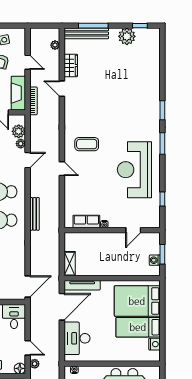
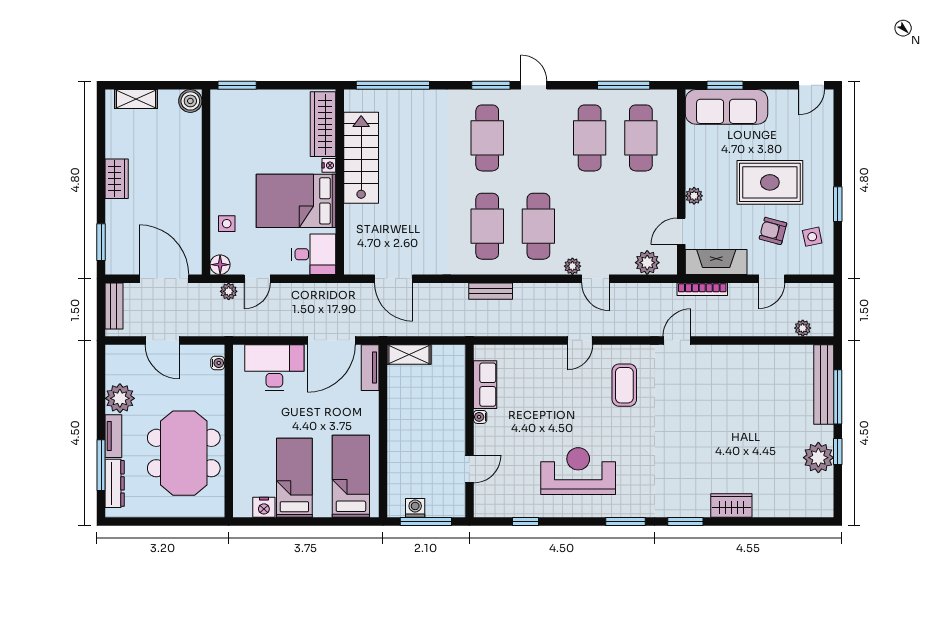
window: (140, 26) -> (838, 452), moved
wardrobe: (71, 66) -> (731, 505), moved, turned 180
door: (62, 89) -> (677, 340), moved
plant: (21, 144) -> (572, 266), moved
reception desk: (134, 170) -> (578, 471), width x0.74, depth x0.77
bench: (34, 214) -> (491, 291), width x0.73
door: (133, 230) -> (469, 469), swing flipped
window: (162, 254) -> (426, 522), width x1.44
tv unit: (82, 285) -> (370, 368), width x0.71
door: (28, 287) -> (394, 279), moved
bed: (137, 301) -> (351, 476), width x0.67
door: (62, 307) -> (331, 340), hinge flipped

